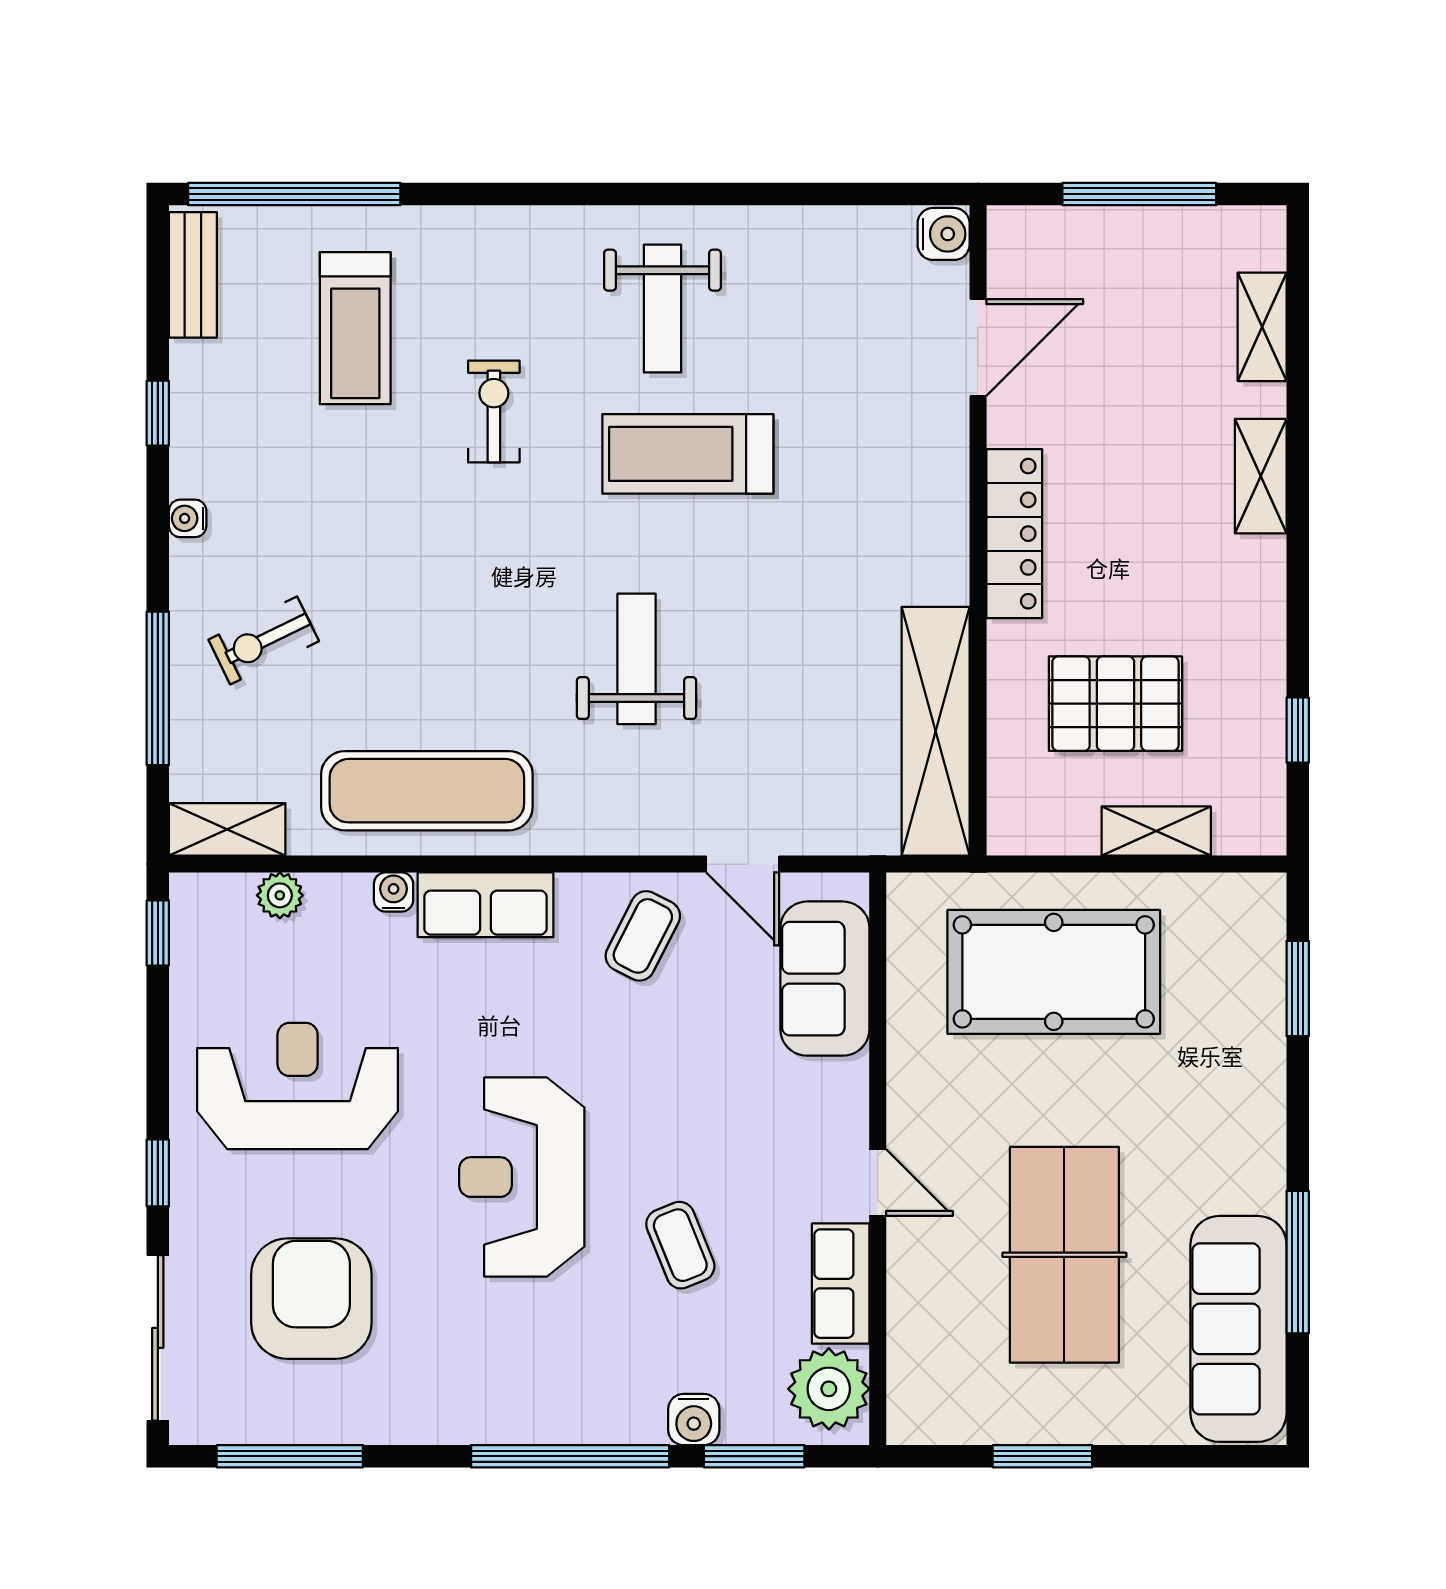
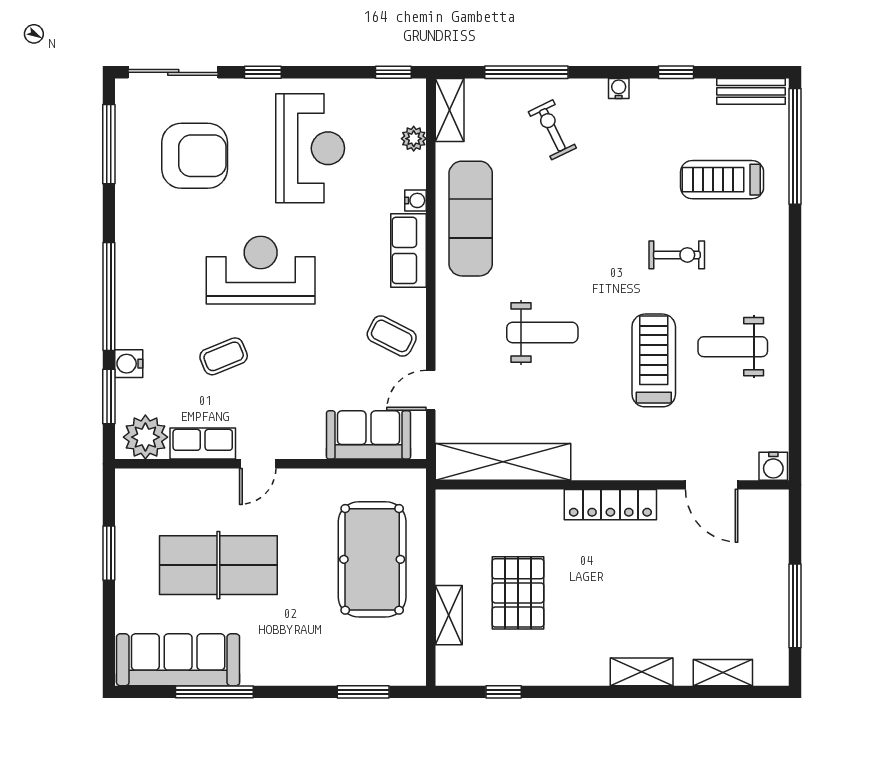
water cooler: (944, 234) -> (773, 466), moved
door: (978, 347) -> (712, 485), moved
wall: (978, 530) -> (612, 485), moved
locker: (1014, 534) -> (610, 505), moved
shelving: (936, 731) -> (503, 462), moved

